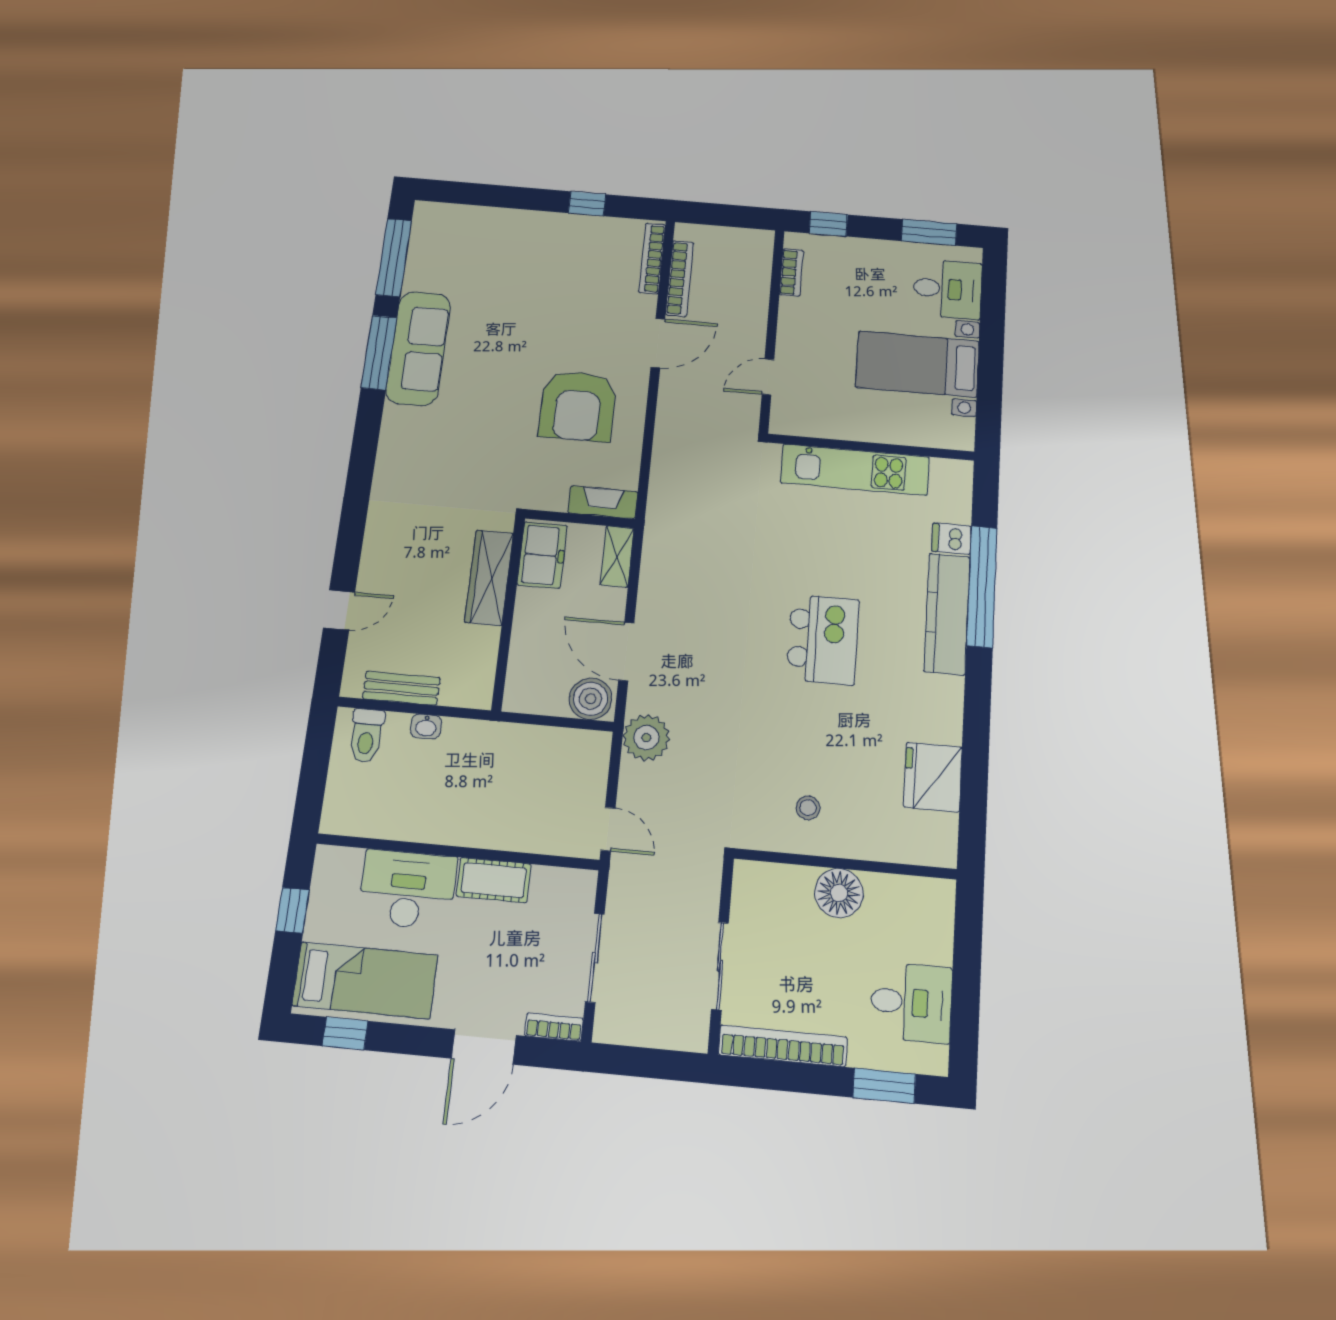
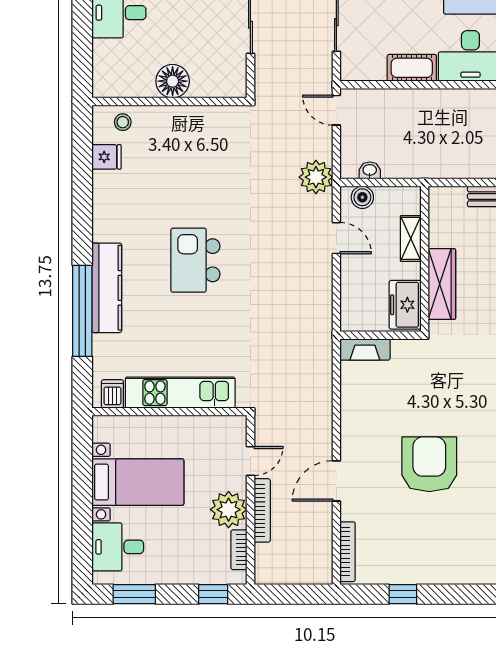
bookcase: (680, 278) -> (262, 510), moved, turned 180
plant: (801, 321) -> (229, 510), added
armchair: (578, 406) -> (429, 464), moved
dishwasher: (951, 539) -> (112, 394), moved, turned -90
shelving: (617, 556) -> (411, 238), moved
door: (626, 652) -> (336, 238), width x0.73
boiler: (591, 699) -> (362, 197), width x0.73, depth x0.73
washbasin: (426, 726) -> (370, 170), moved
fridge: (933, 777) -> (107, 157), width x0.53, depth x0.75
stool: (808, 808) -> (123, 122), moved

